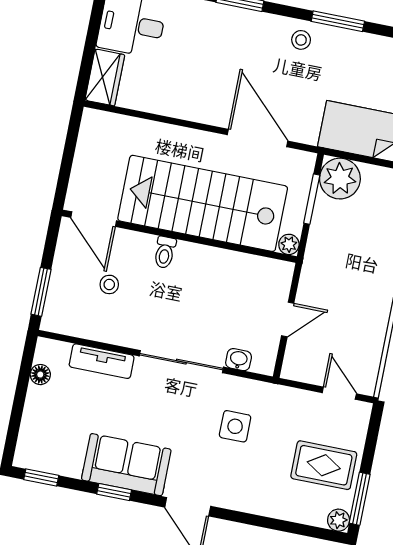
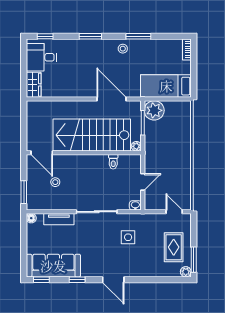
toilet: (165, 252) -> (113, 162), moved
washbasin: (239, 360) -> (135, 205), moved
floor lamp: (40, 375) -> (31, 218), moved
sofa: (126, 465) -> (53, 266), moved, width x1.36
rug: (324, 465) -> (174, 247), turned 90

